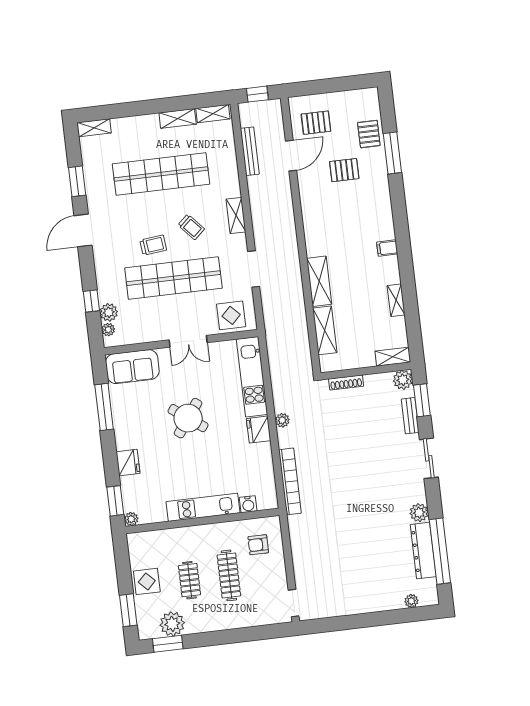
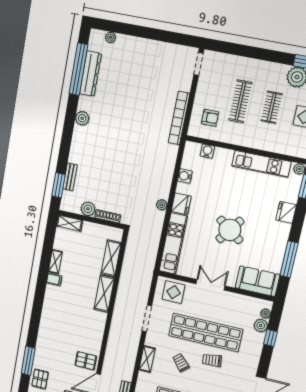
pallet: (344, 170) -> (86, 361), moved
filing cabinet: (387, 248) -> (54, 279), moved
plant: (403, 380) -> (88, 209), moved
sliding door: (429, 458) -> (66, 141), removed
water cooler: (265, 465) -> (185, 176), added
bookcase: (290, 481) -> (179, 118), moved
kitchen unit: (203, 507) -> (261, 164), moved
plant: (419, 513) -> (82, 118), moved

